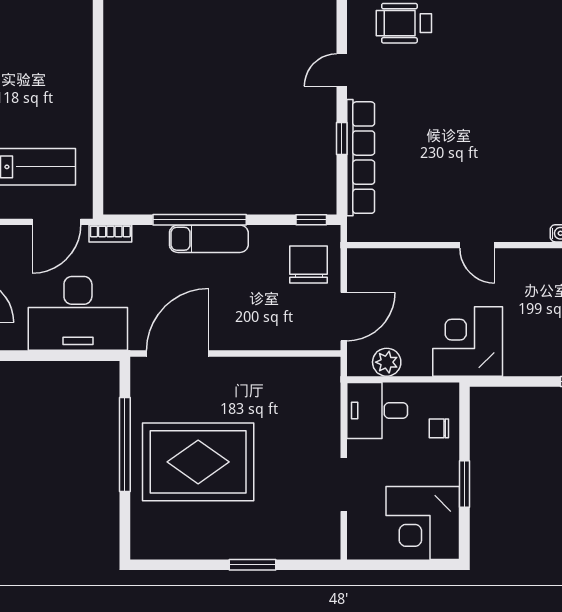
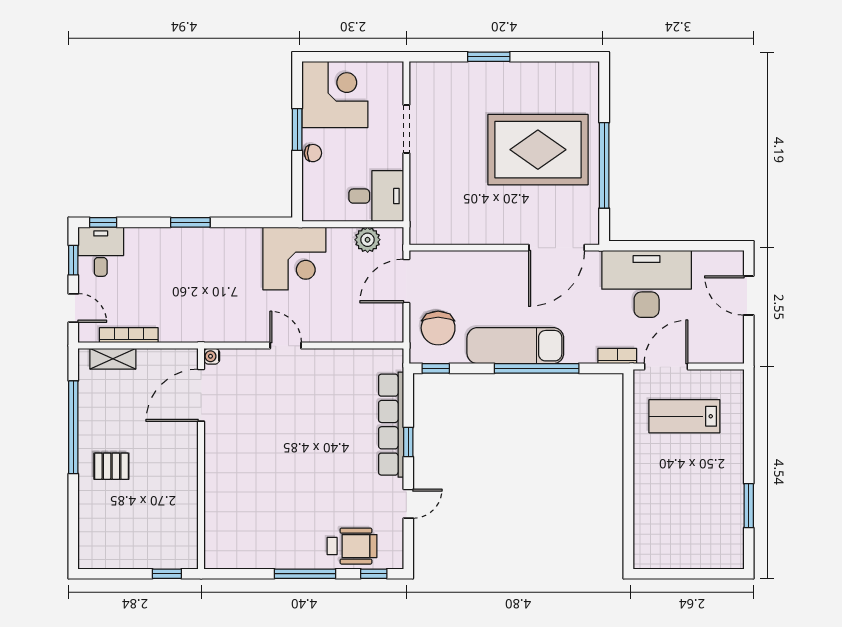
exam couch: (209, 239) -> (515, 346), width x1.36, depth x1.45
chair: (439, 428) -> (313, 153), moved

